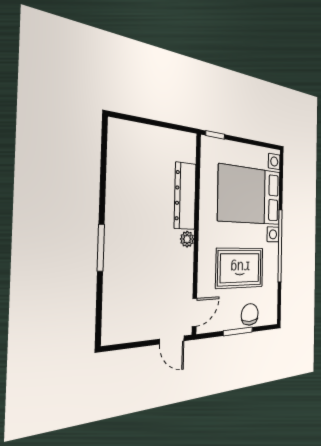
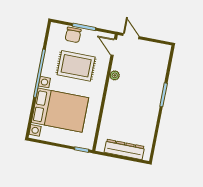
dresser: (185, 196) -> (124, 149), moved, turned -90
plant: (187, 239) -> (115, 75), moved
door: (194, 312) -> (114, 47), hinge flipped

